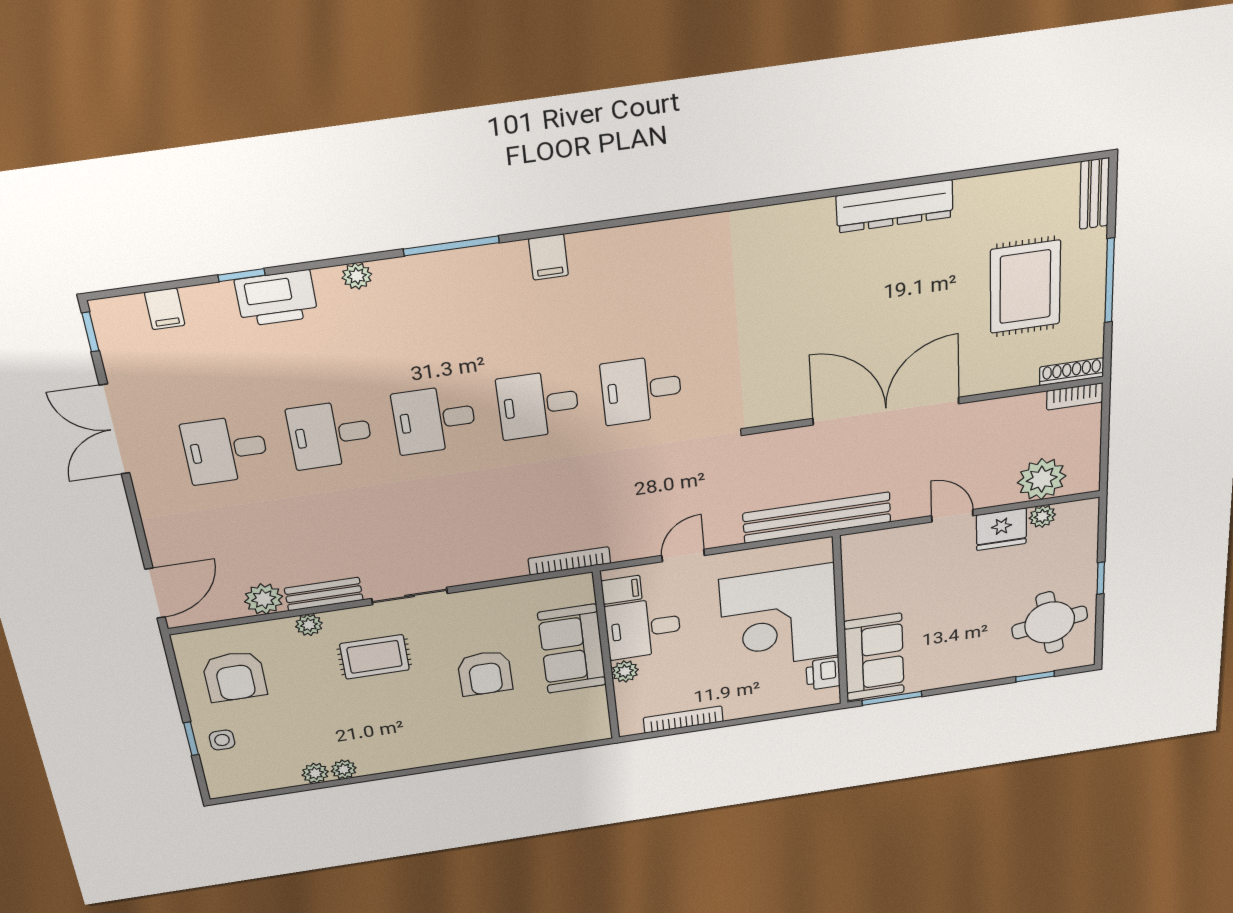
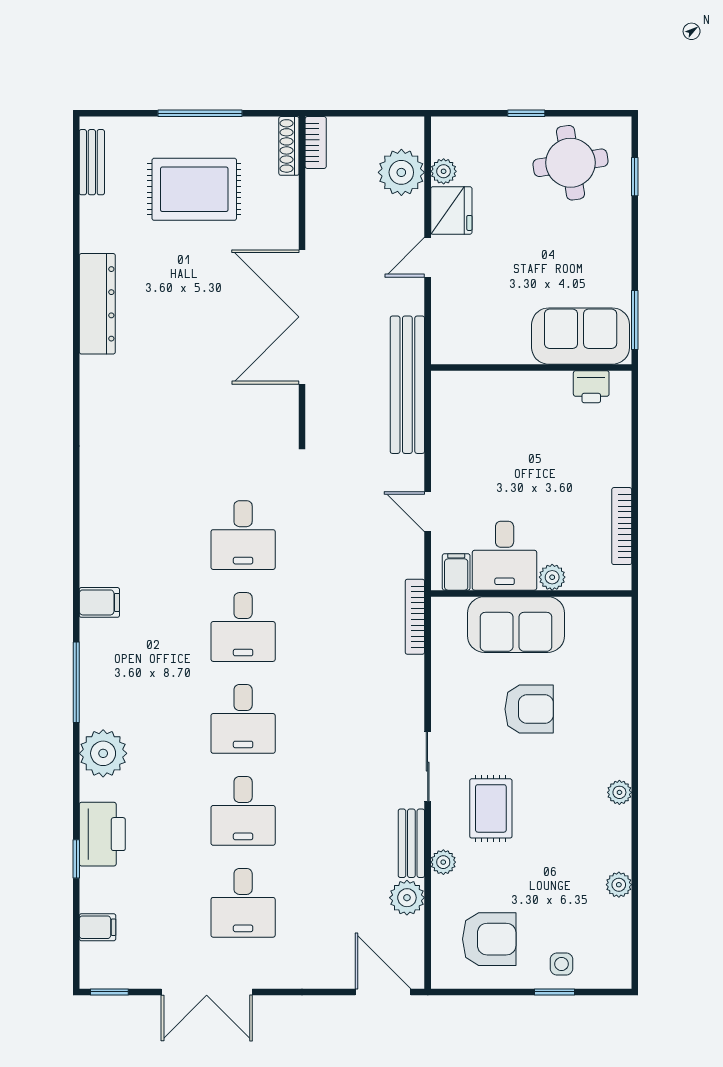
bench: (1094, 194) -> (92, 162), moved, turned 90
plant: (357, 276) -> (103, 753), width x1.87, depth x1.87
corner desk: (779, 618) -> (516, 426), removed
plant: (344, 769) -> (619, 792), moved

